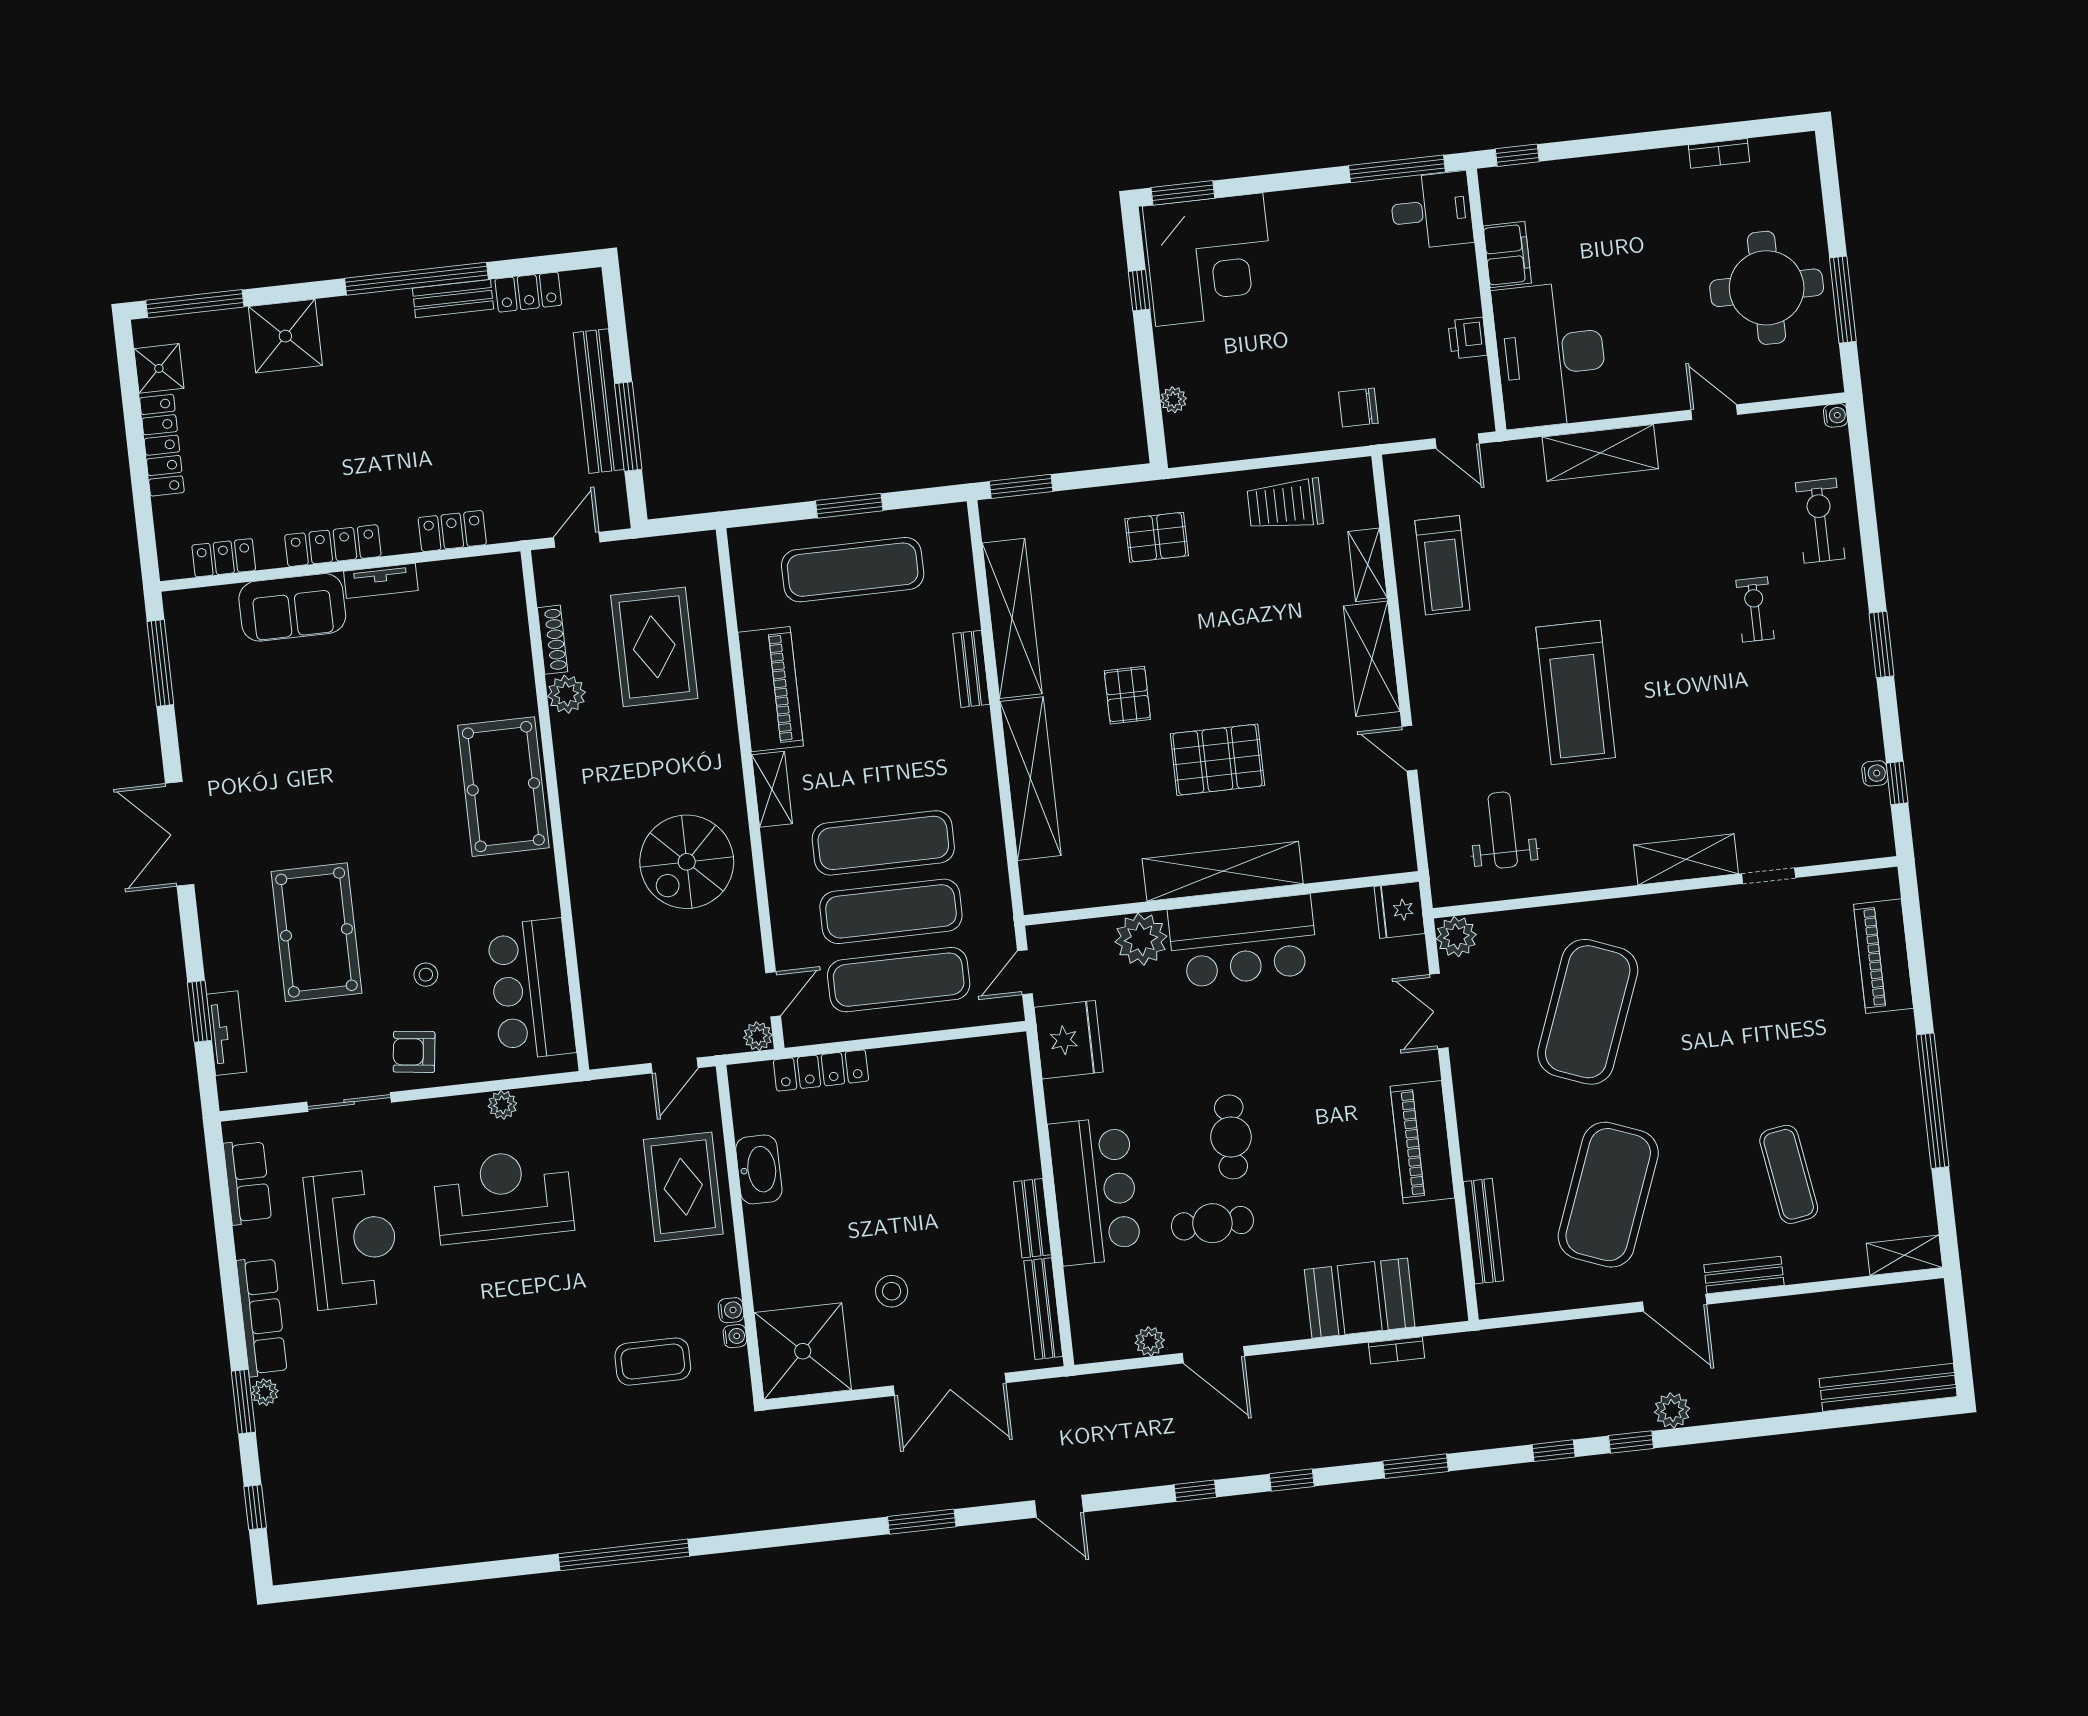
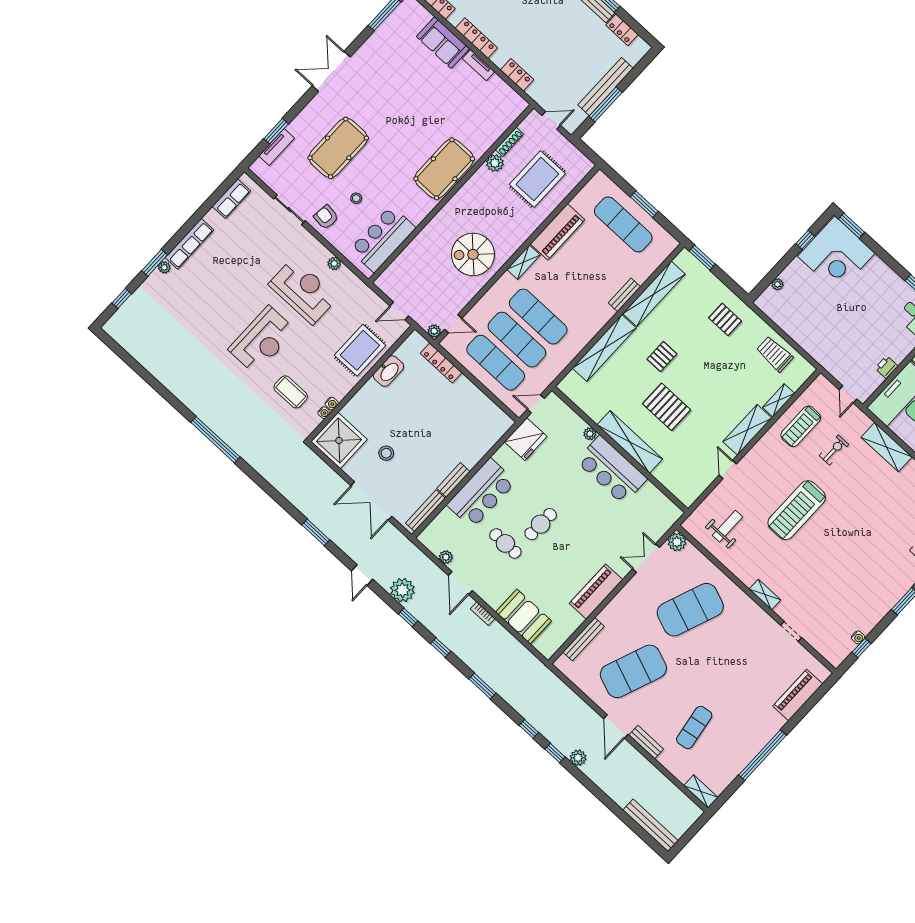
chair: (1358, 408) -> (830, 350), removed
exercise bike: (1755, 609) -> (834, 450), moved
shelving: (1686, 859) -> (765, 595), width x0.67, depth x0.75
fridge: (1399, 910) -> (669, 514), removed
plant: (1141, 939) -> (590, 434), width x0.53, depth x0.53
reception desk: (352, 1239) -> (262, 340), moved
bookcase: (1396, 1350) -> (483, 614), moved
plant: (1142, 1461) -> (402, 590), added

